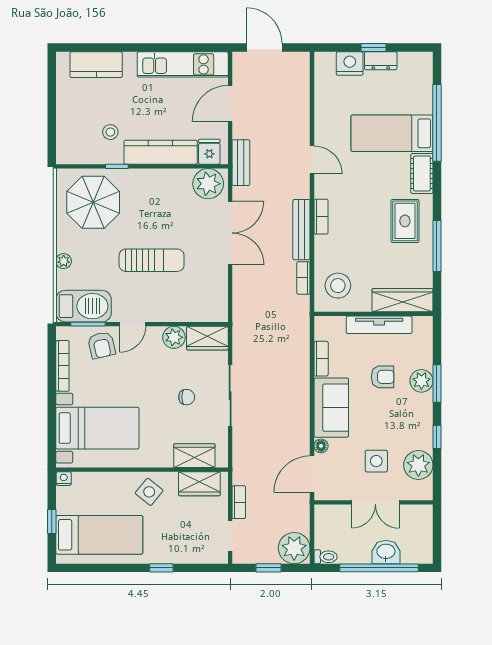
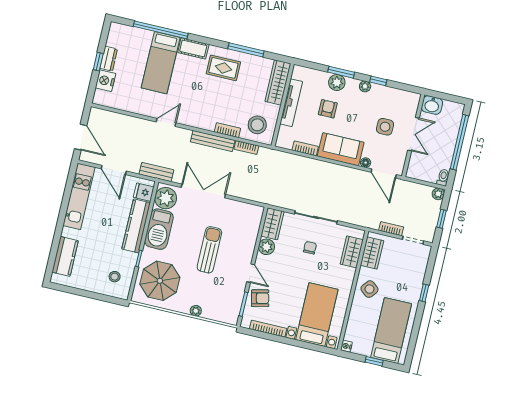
door: (264, 48) -> (81, 137), swing flipped
stool: (110, 132) -> (115, 277), moved
bookcase: (321, 217) -> (227, 130), moved
barbecue: (84, 306) -> (159, 229), moved, turned 180
plant: (418, 465) -> (365, 86), moved, width x0.53, depth x0.53
plant: (294, 548) -> (438, 194), width x0.53, depth x0.53
washbasin: (386, 552) -> (432, 105), moved, turned -90

